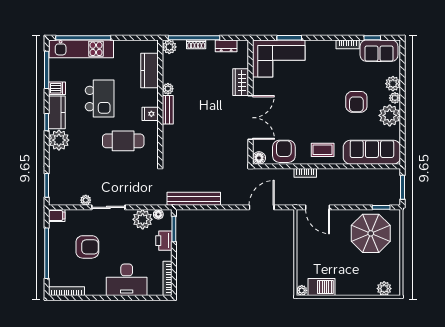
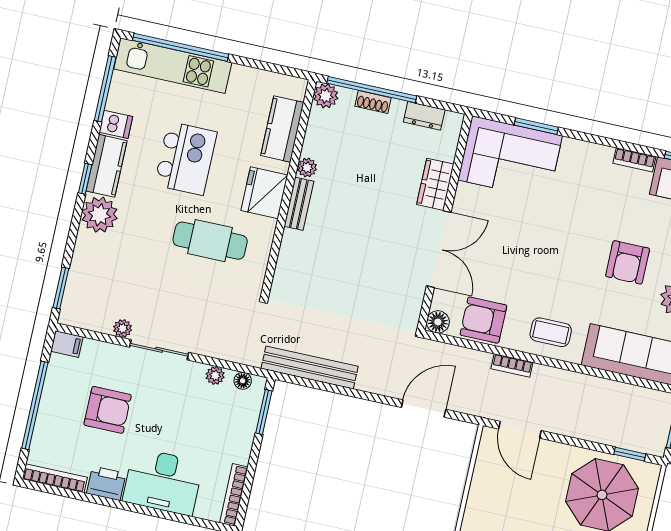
fridge: (150, 114) -> (264, 193), width x1.88, depth x1.34
armchair: (284, 151) -> (483, 320), turned -90
plant: (143, 219) -> (215, 375), width x0.53, depth x0.53
printer: (164, 241) -> (106, 483), moved, turned 90

